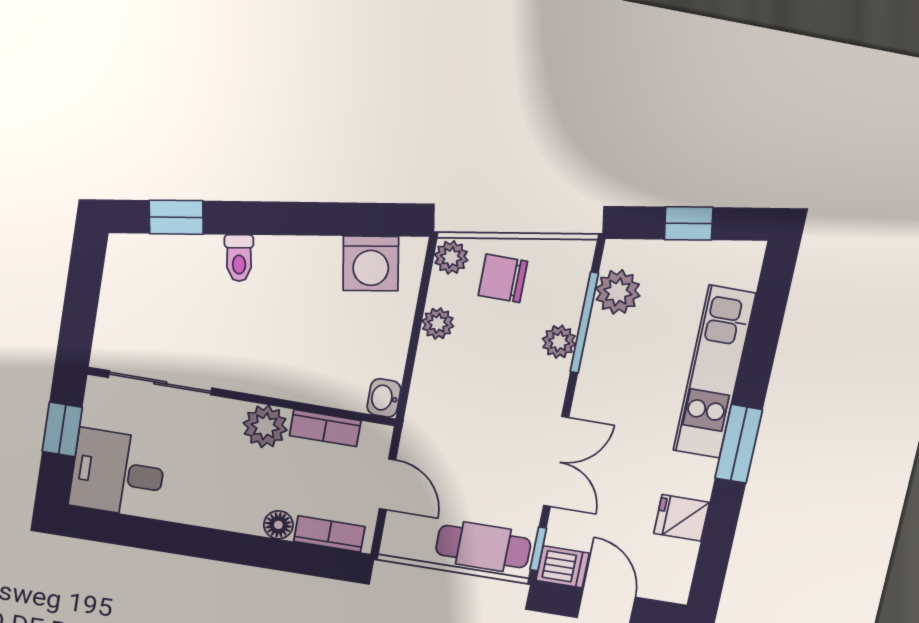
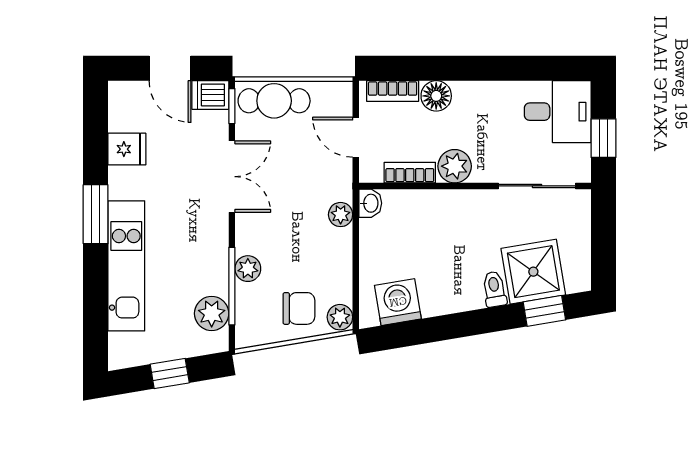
shower: (183, 272) -> (533, 272), added
plant: (438, 324) -> (341, 215), moved
double door: (556, 462) -> (232, 177), swing flipped
floor lamp: (278, 525) -> (436, 96), width x1.37, depth x1.37

